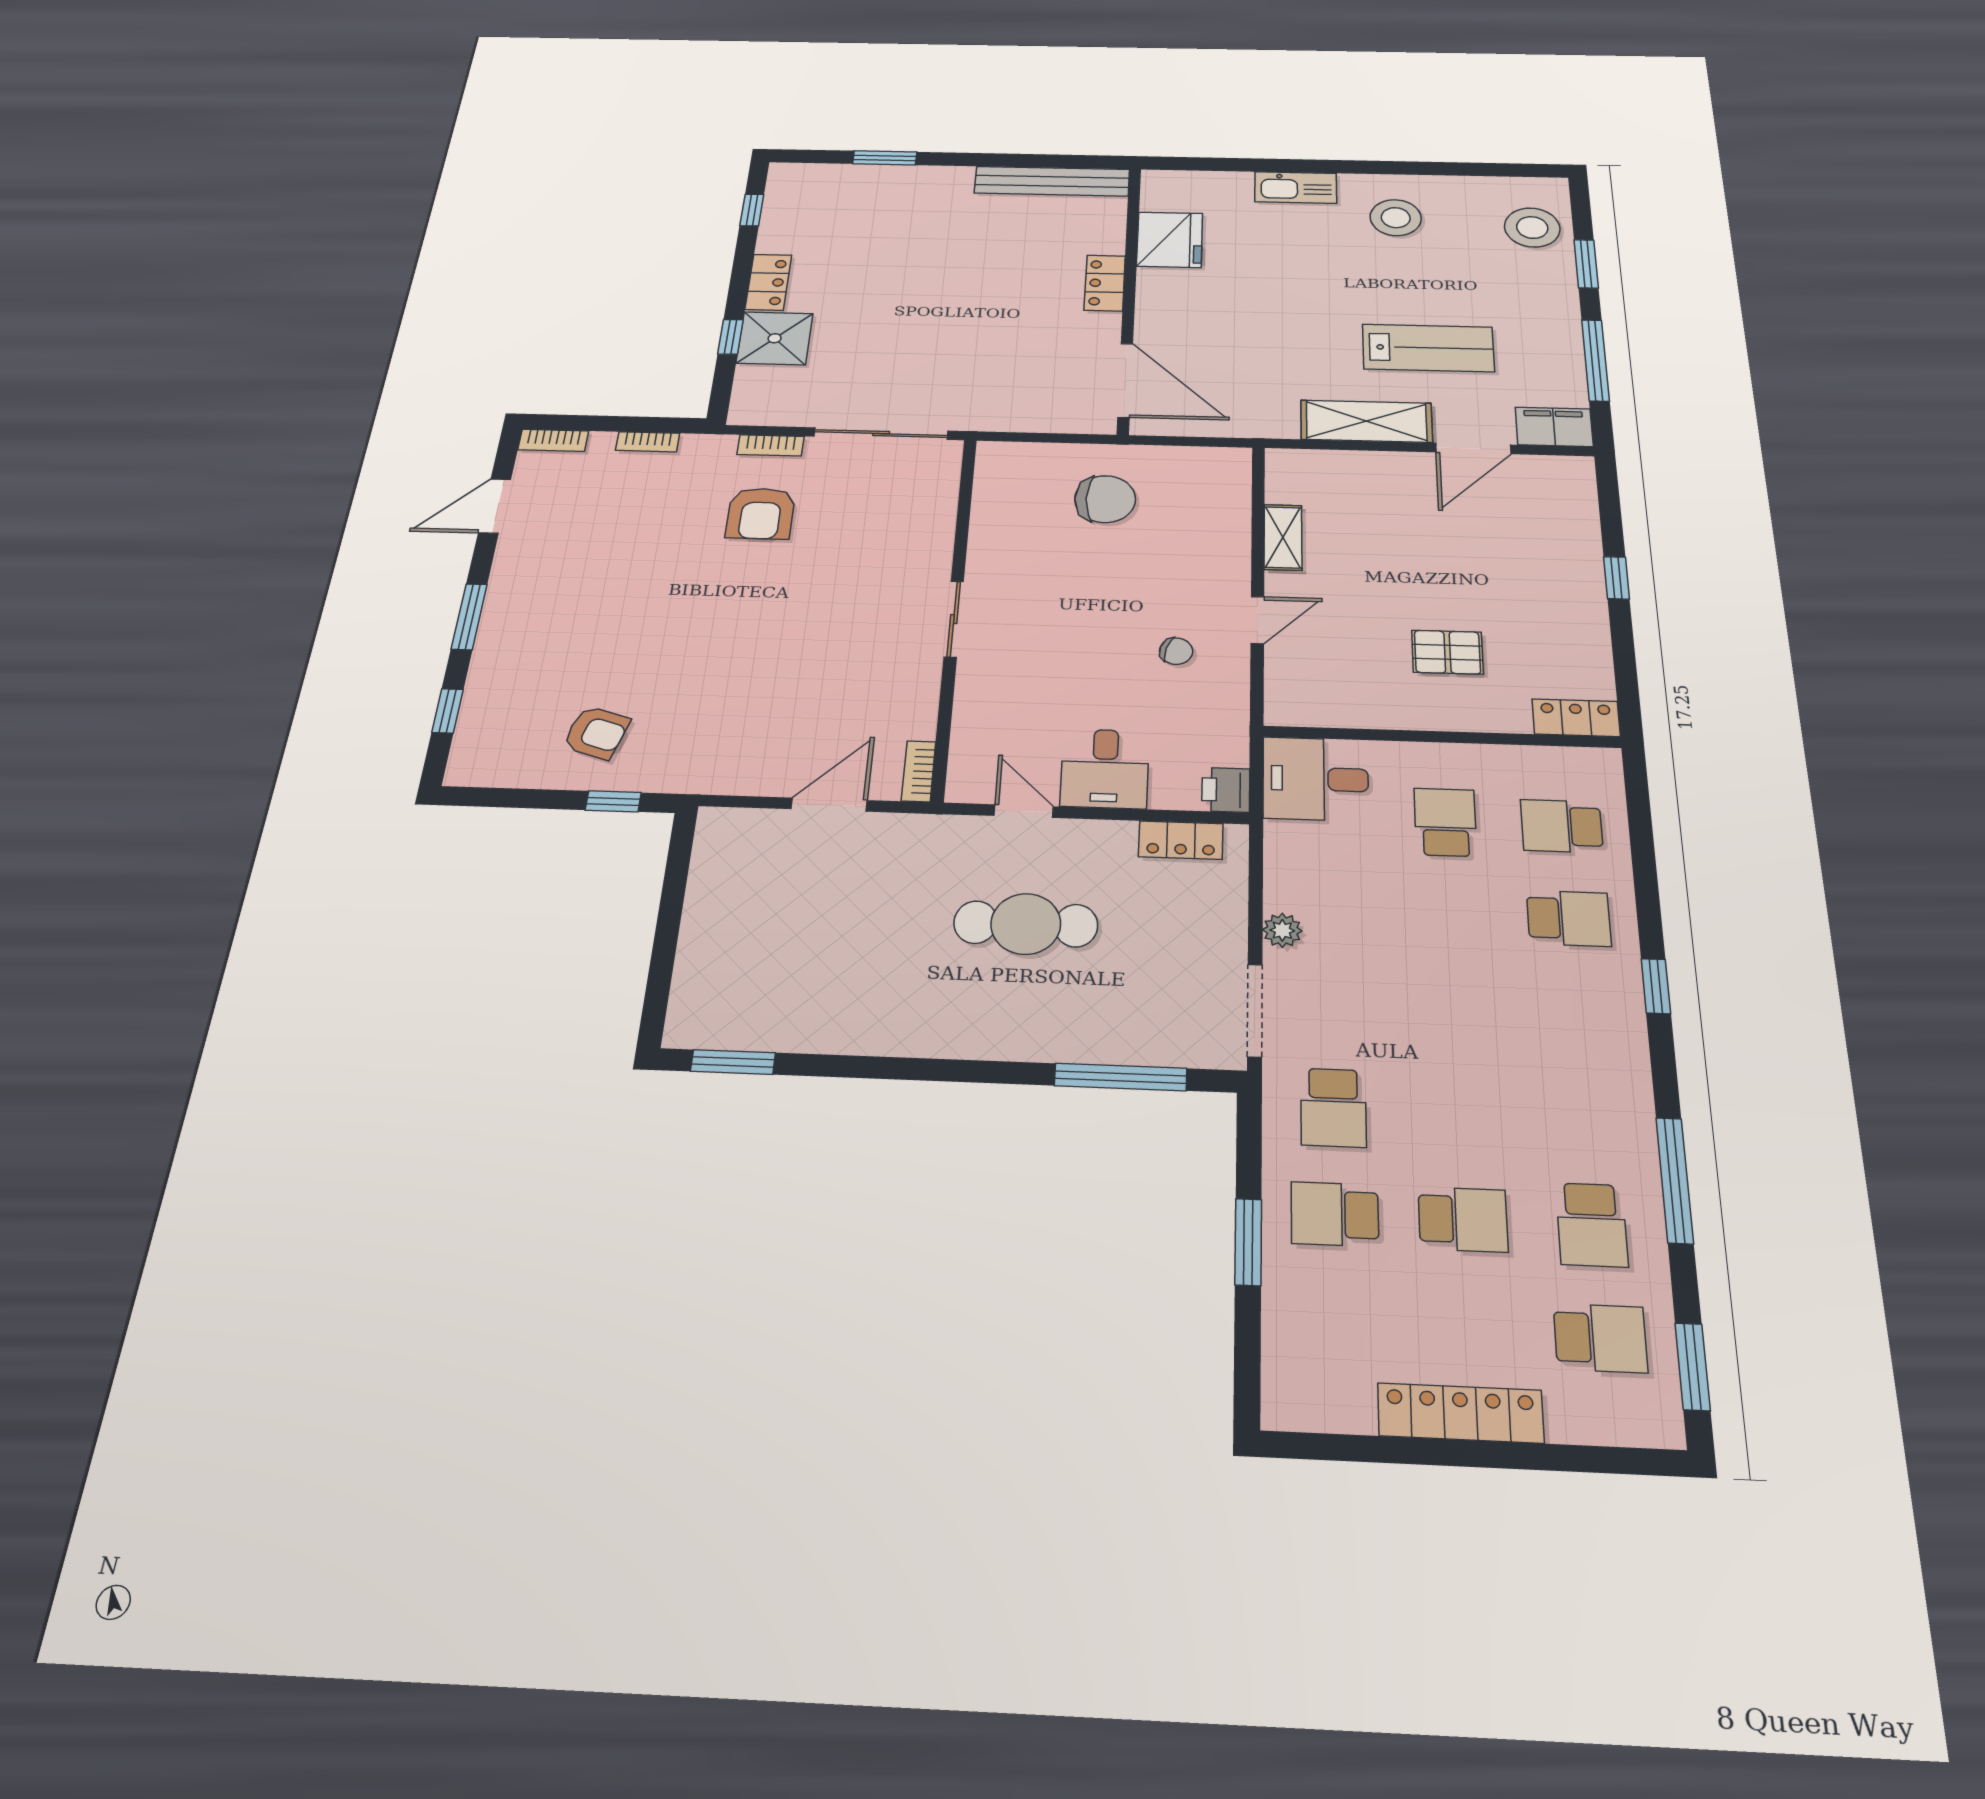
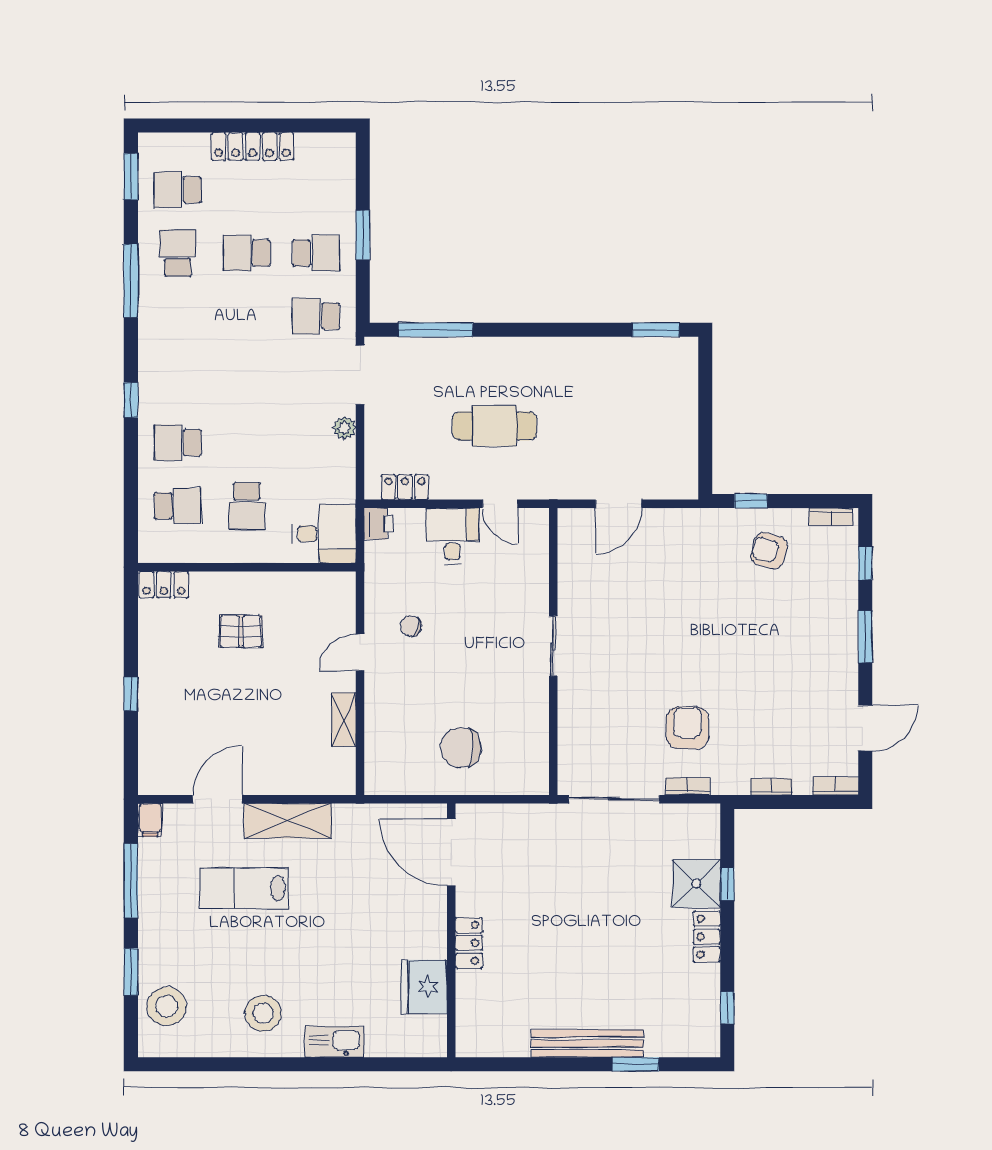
bench: (1052, 181) -> (587, 1043), moved
filing cabinet: (1554, 427) -> (150, 820), width x0.50
bookcase: (919, 771) -> (831, 517), moved, turned 90
school desk: (1333, 1108) -> (316, 316), turned -90

